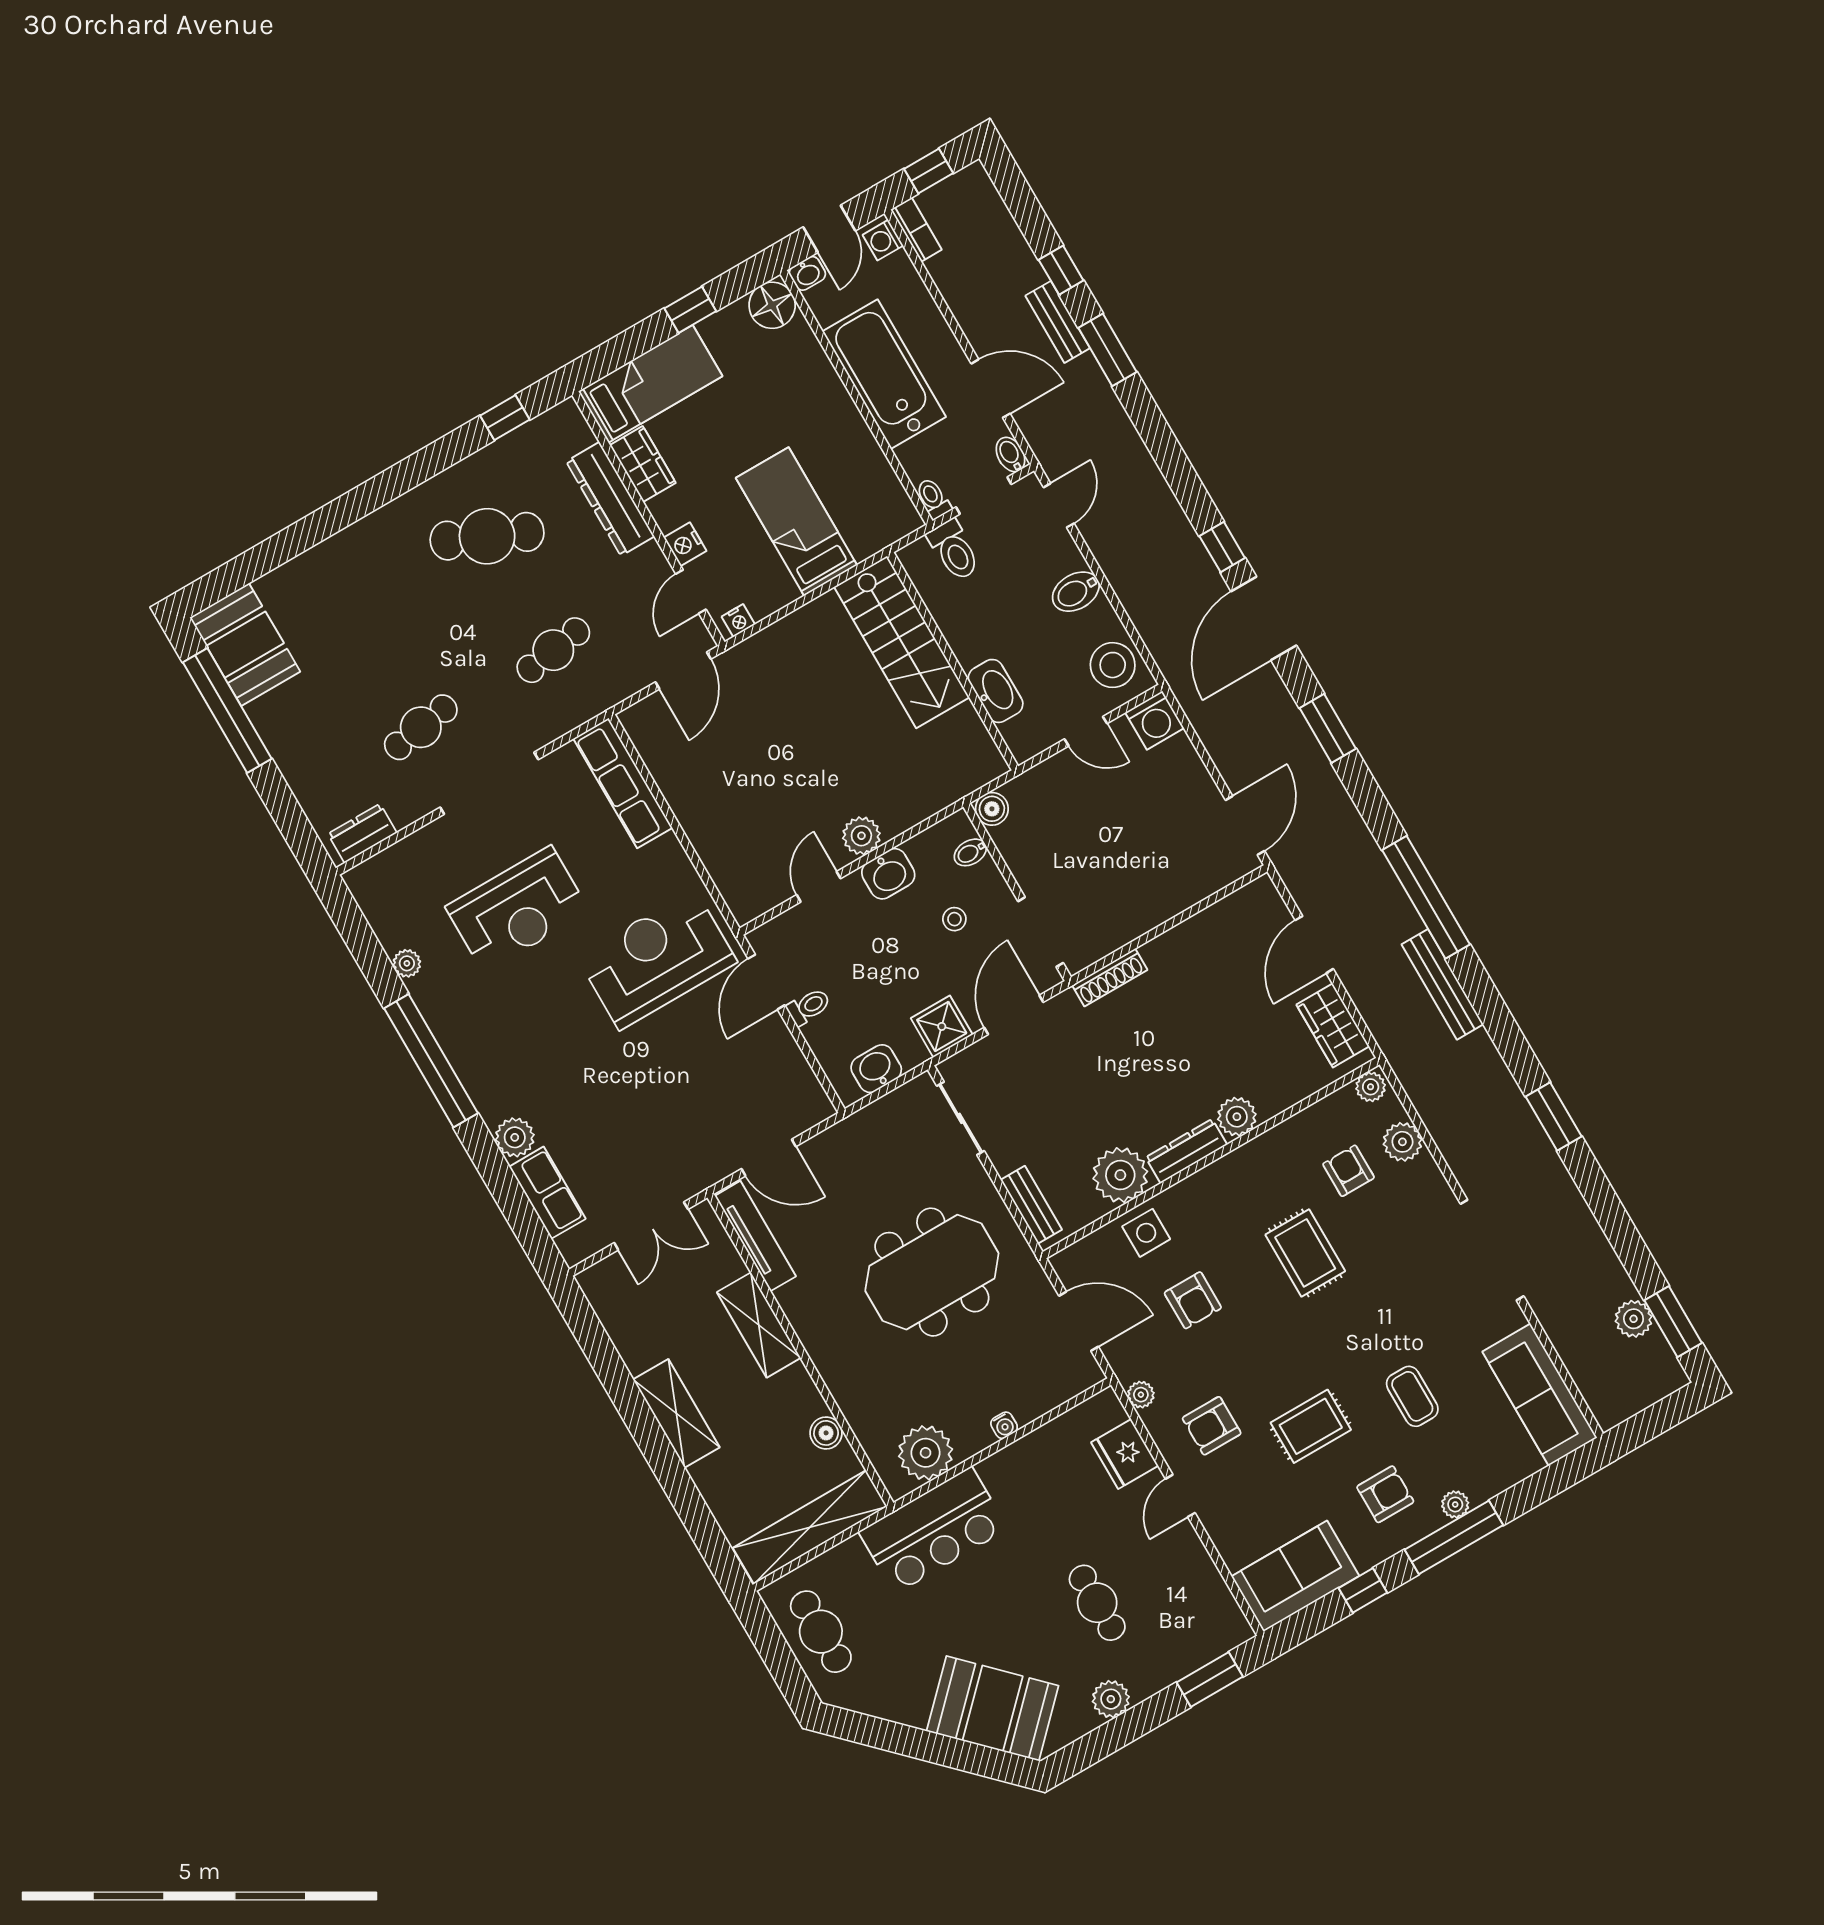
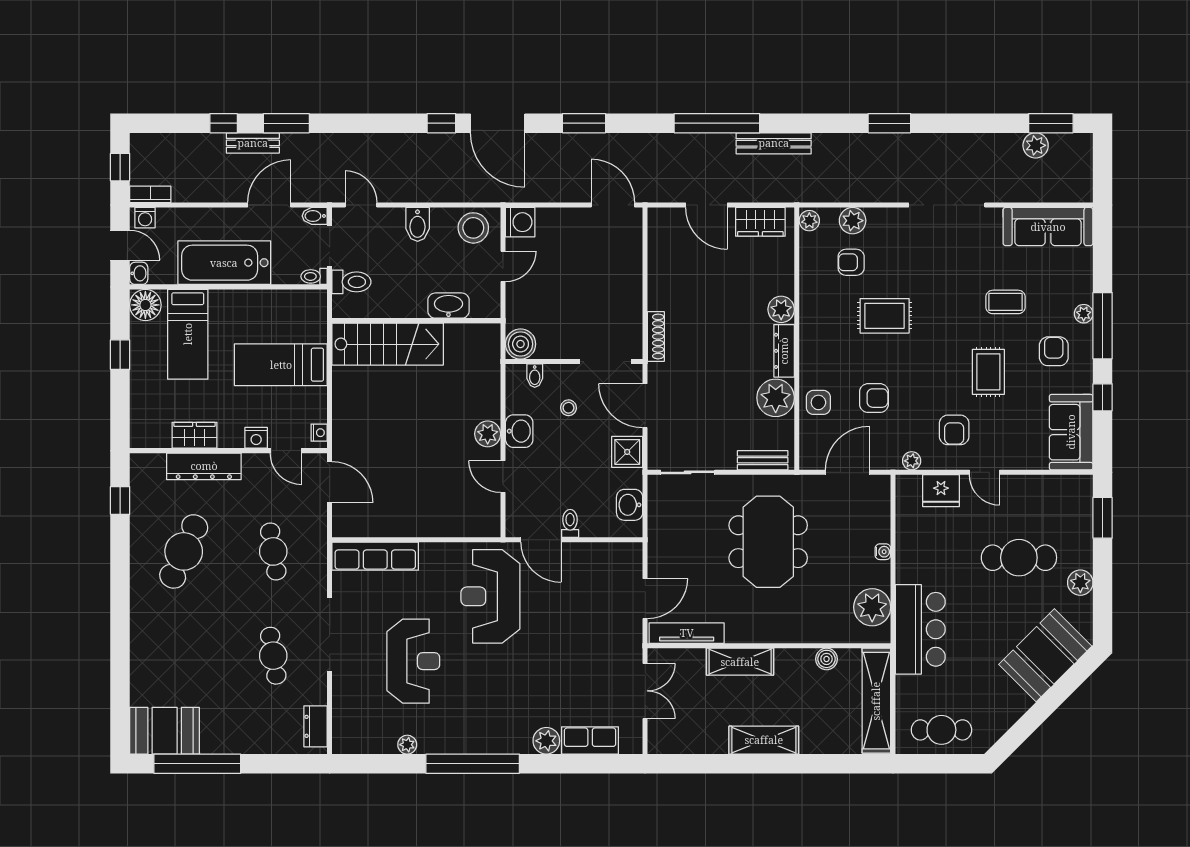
bed: (650, 384) -> (188, 334), moved, turned 180
boiler: (992, 809) -> (521, 344), width x1.36, depth x1.36
cafe table: (1097, 1603) -> (1019, 558), width x1.37, depth x1.35

